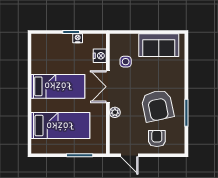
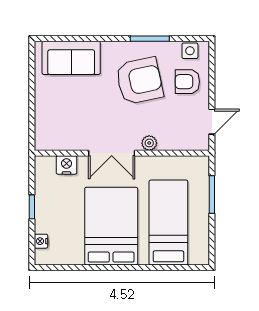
nightstand: (78, 38) -> (41, 241), moved
sofa: (159, 45) -> (71, 58), moved, turned 90
side table: (126, 62) -> (190, 51), moved
bed: (58, 86) -> (111, 226), width x1.50

